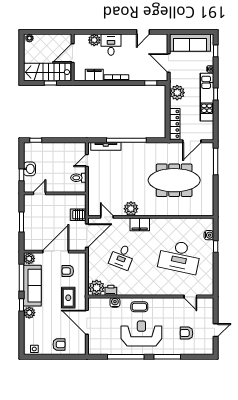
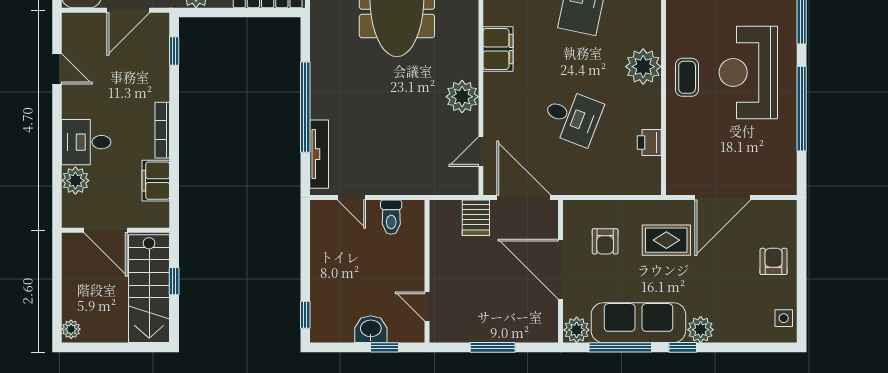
filing cabinet: (140, 224) -> (498, 49), moved
plant: (97, 288) -> (643, 67), moved
water cooler: (115, 302) -> (677, 133), removed

